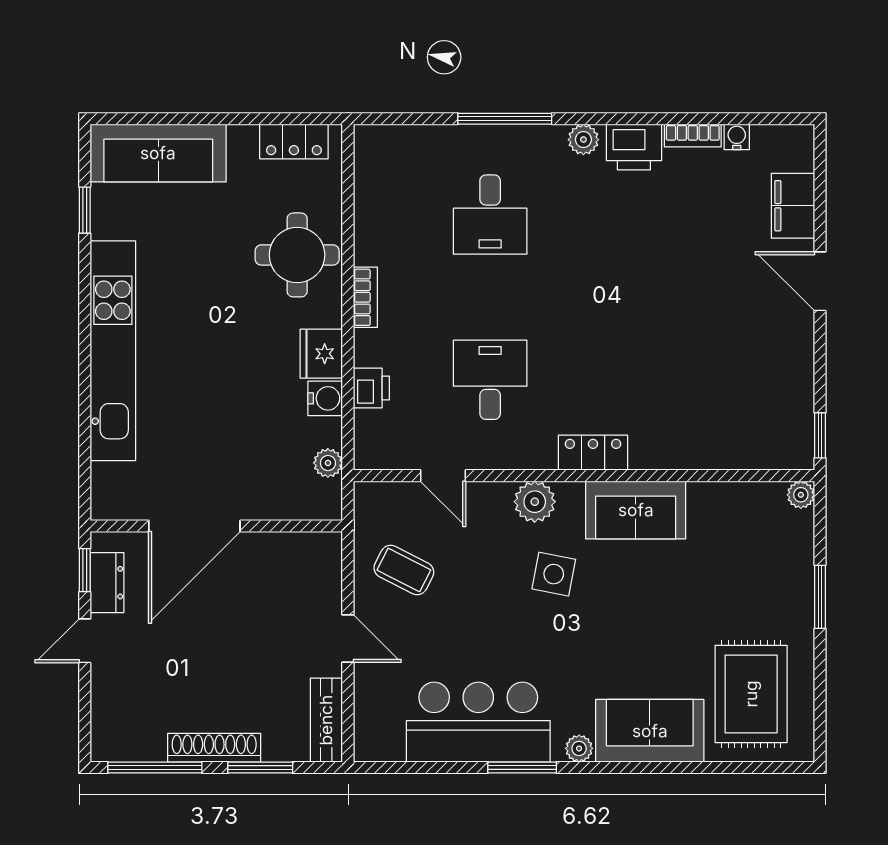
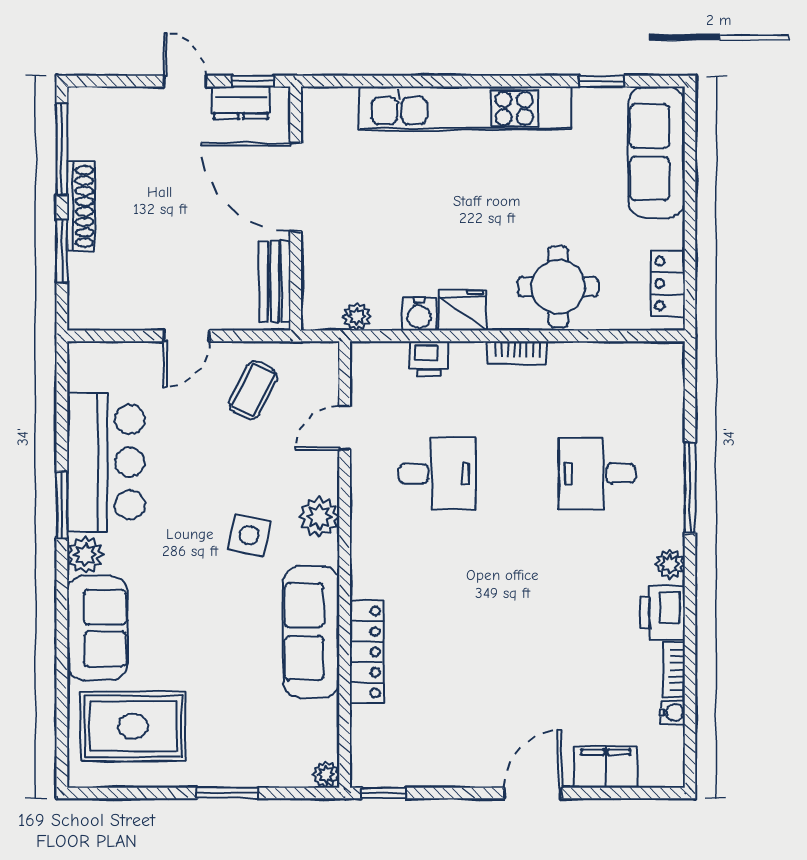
locker: (593, 453) -> (367, 652), moved, width x1.53
sofa: (636, 510) -> (311, 632), width x1.36
bench: (326, 720) -> (275, 281), moved, turned 90
plant: (579, 748) -> (85, 555), width x1.38, depth x1.38

